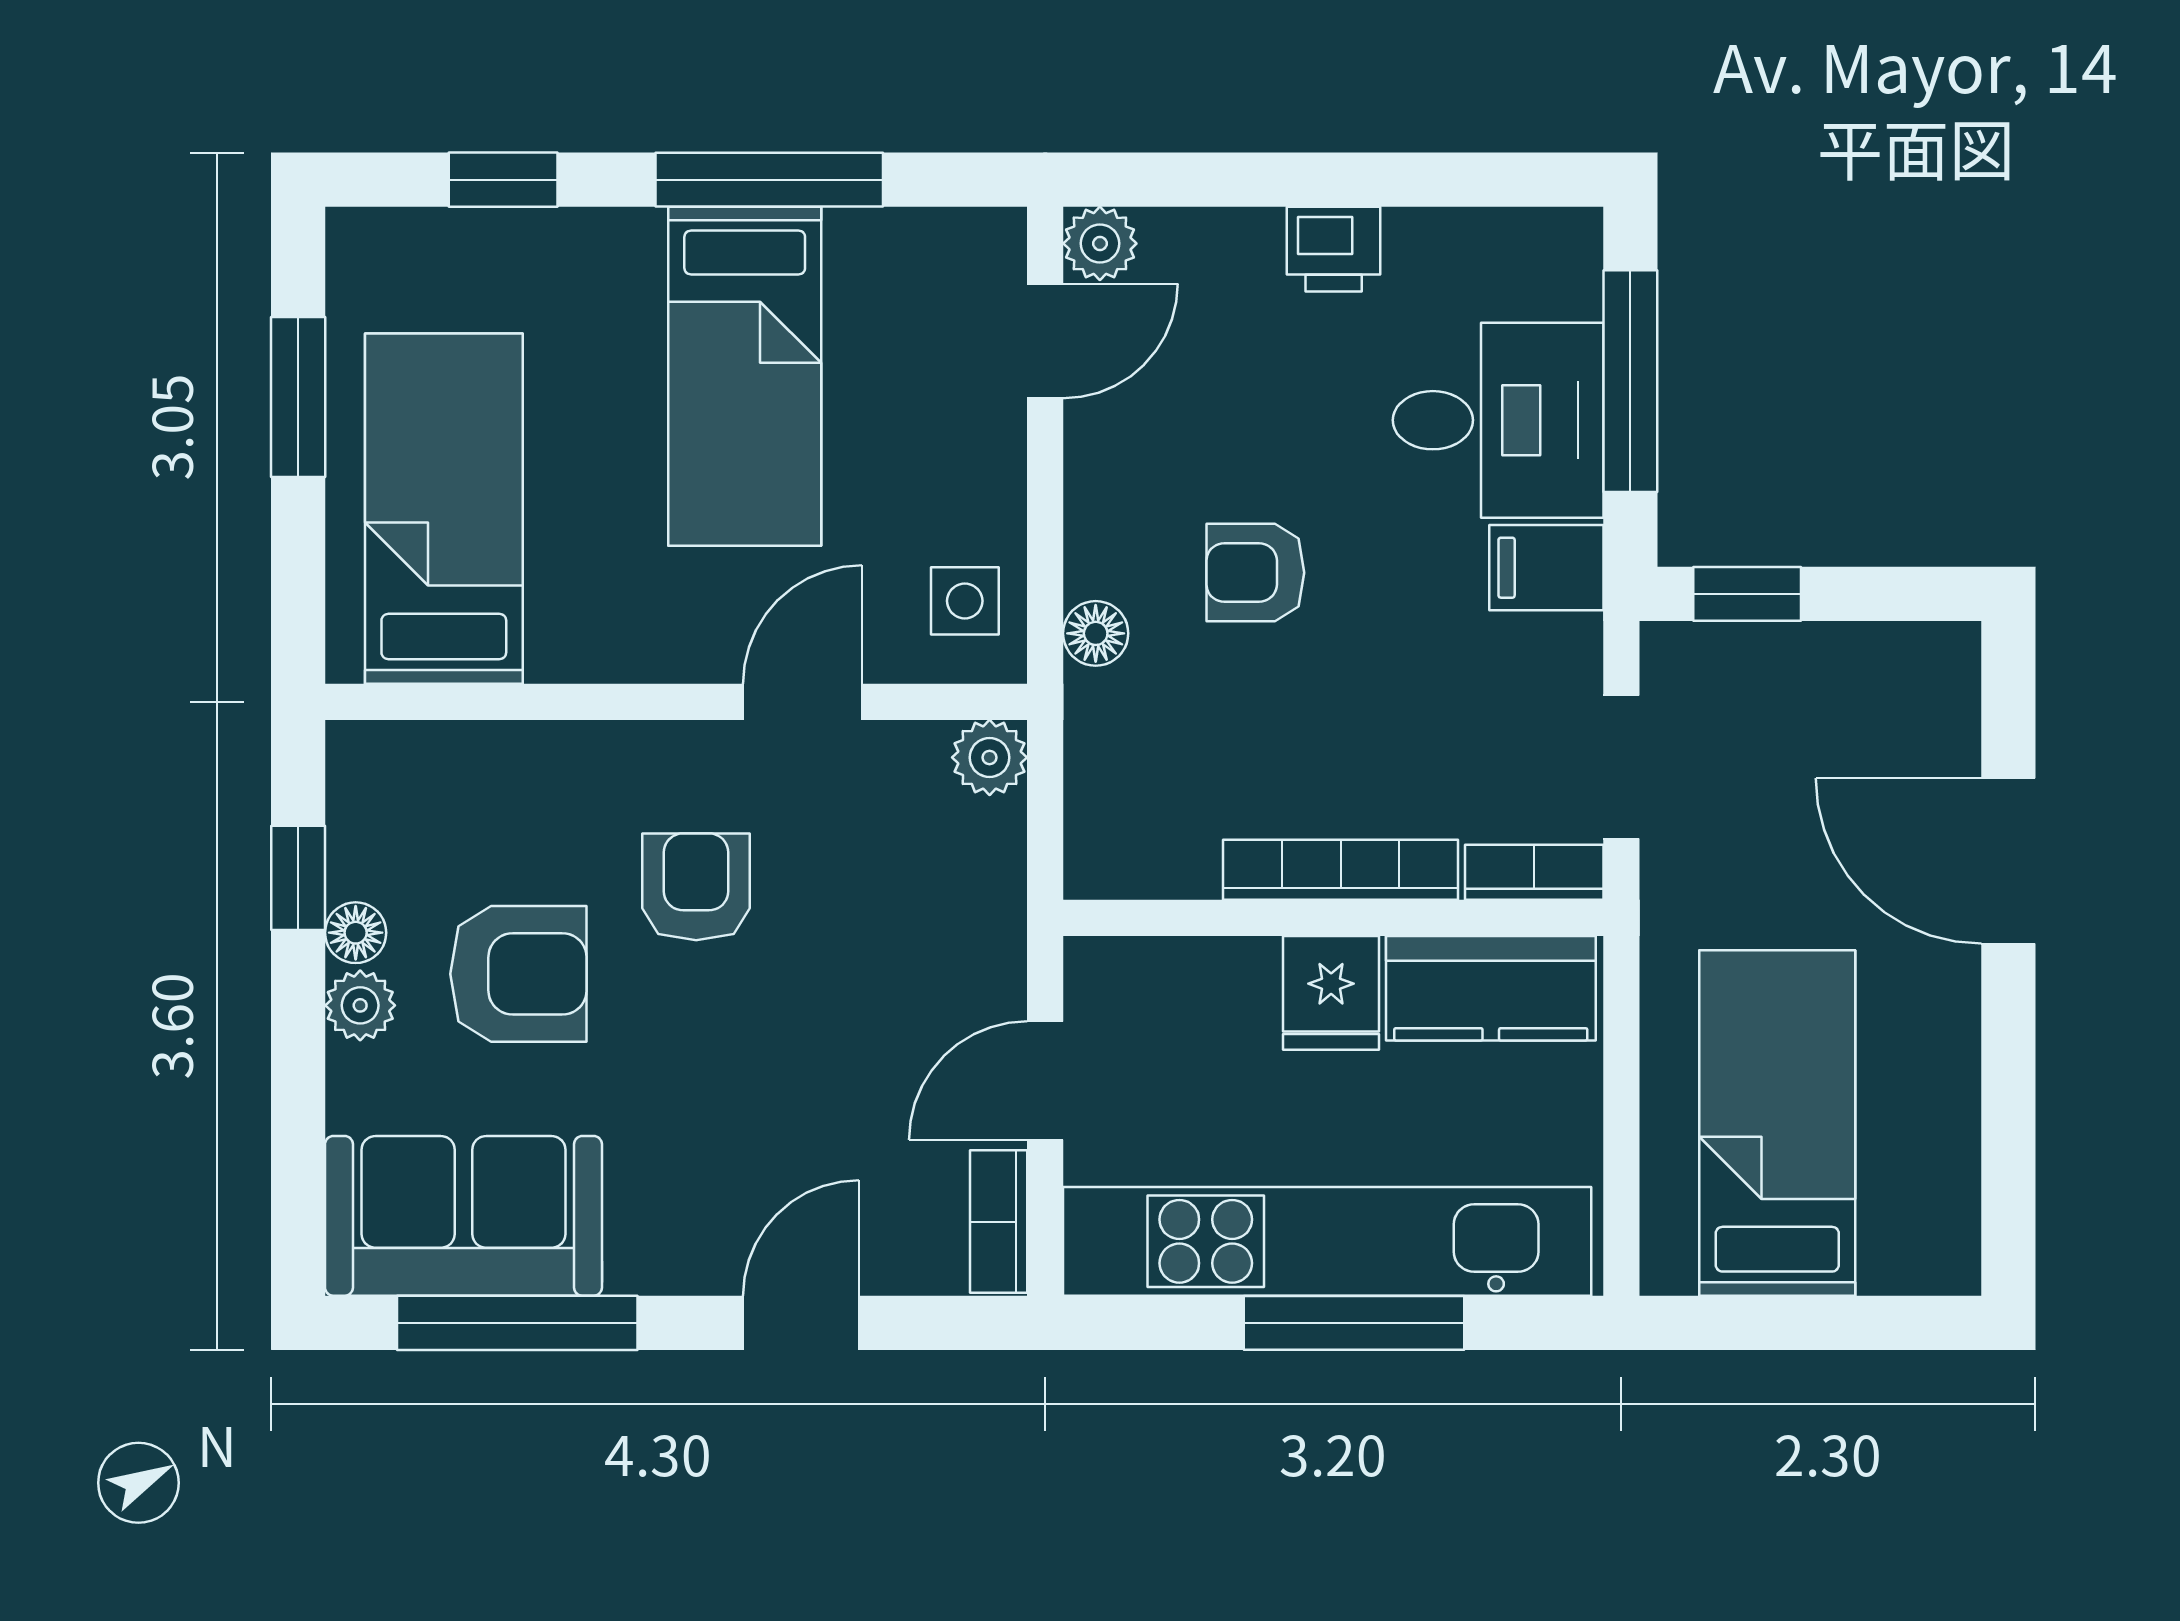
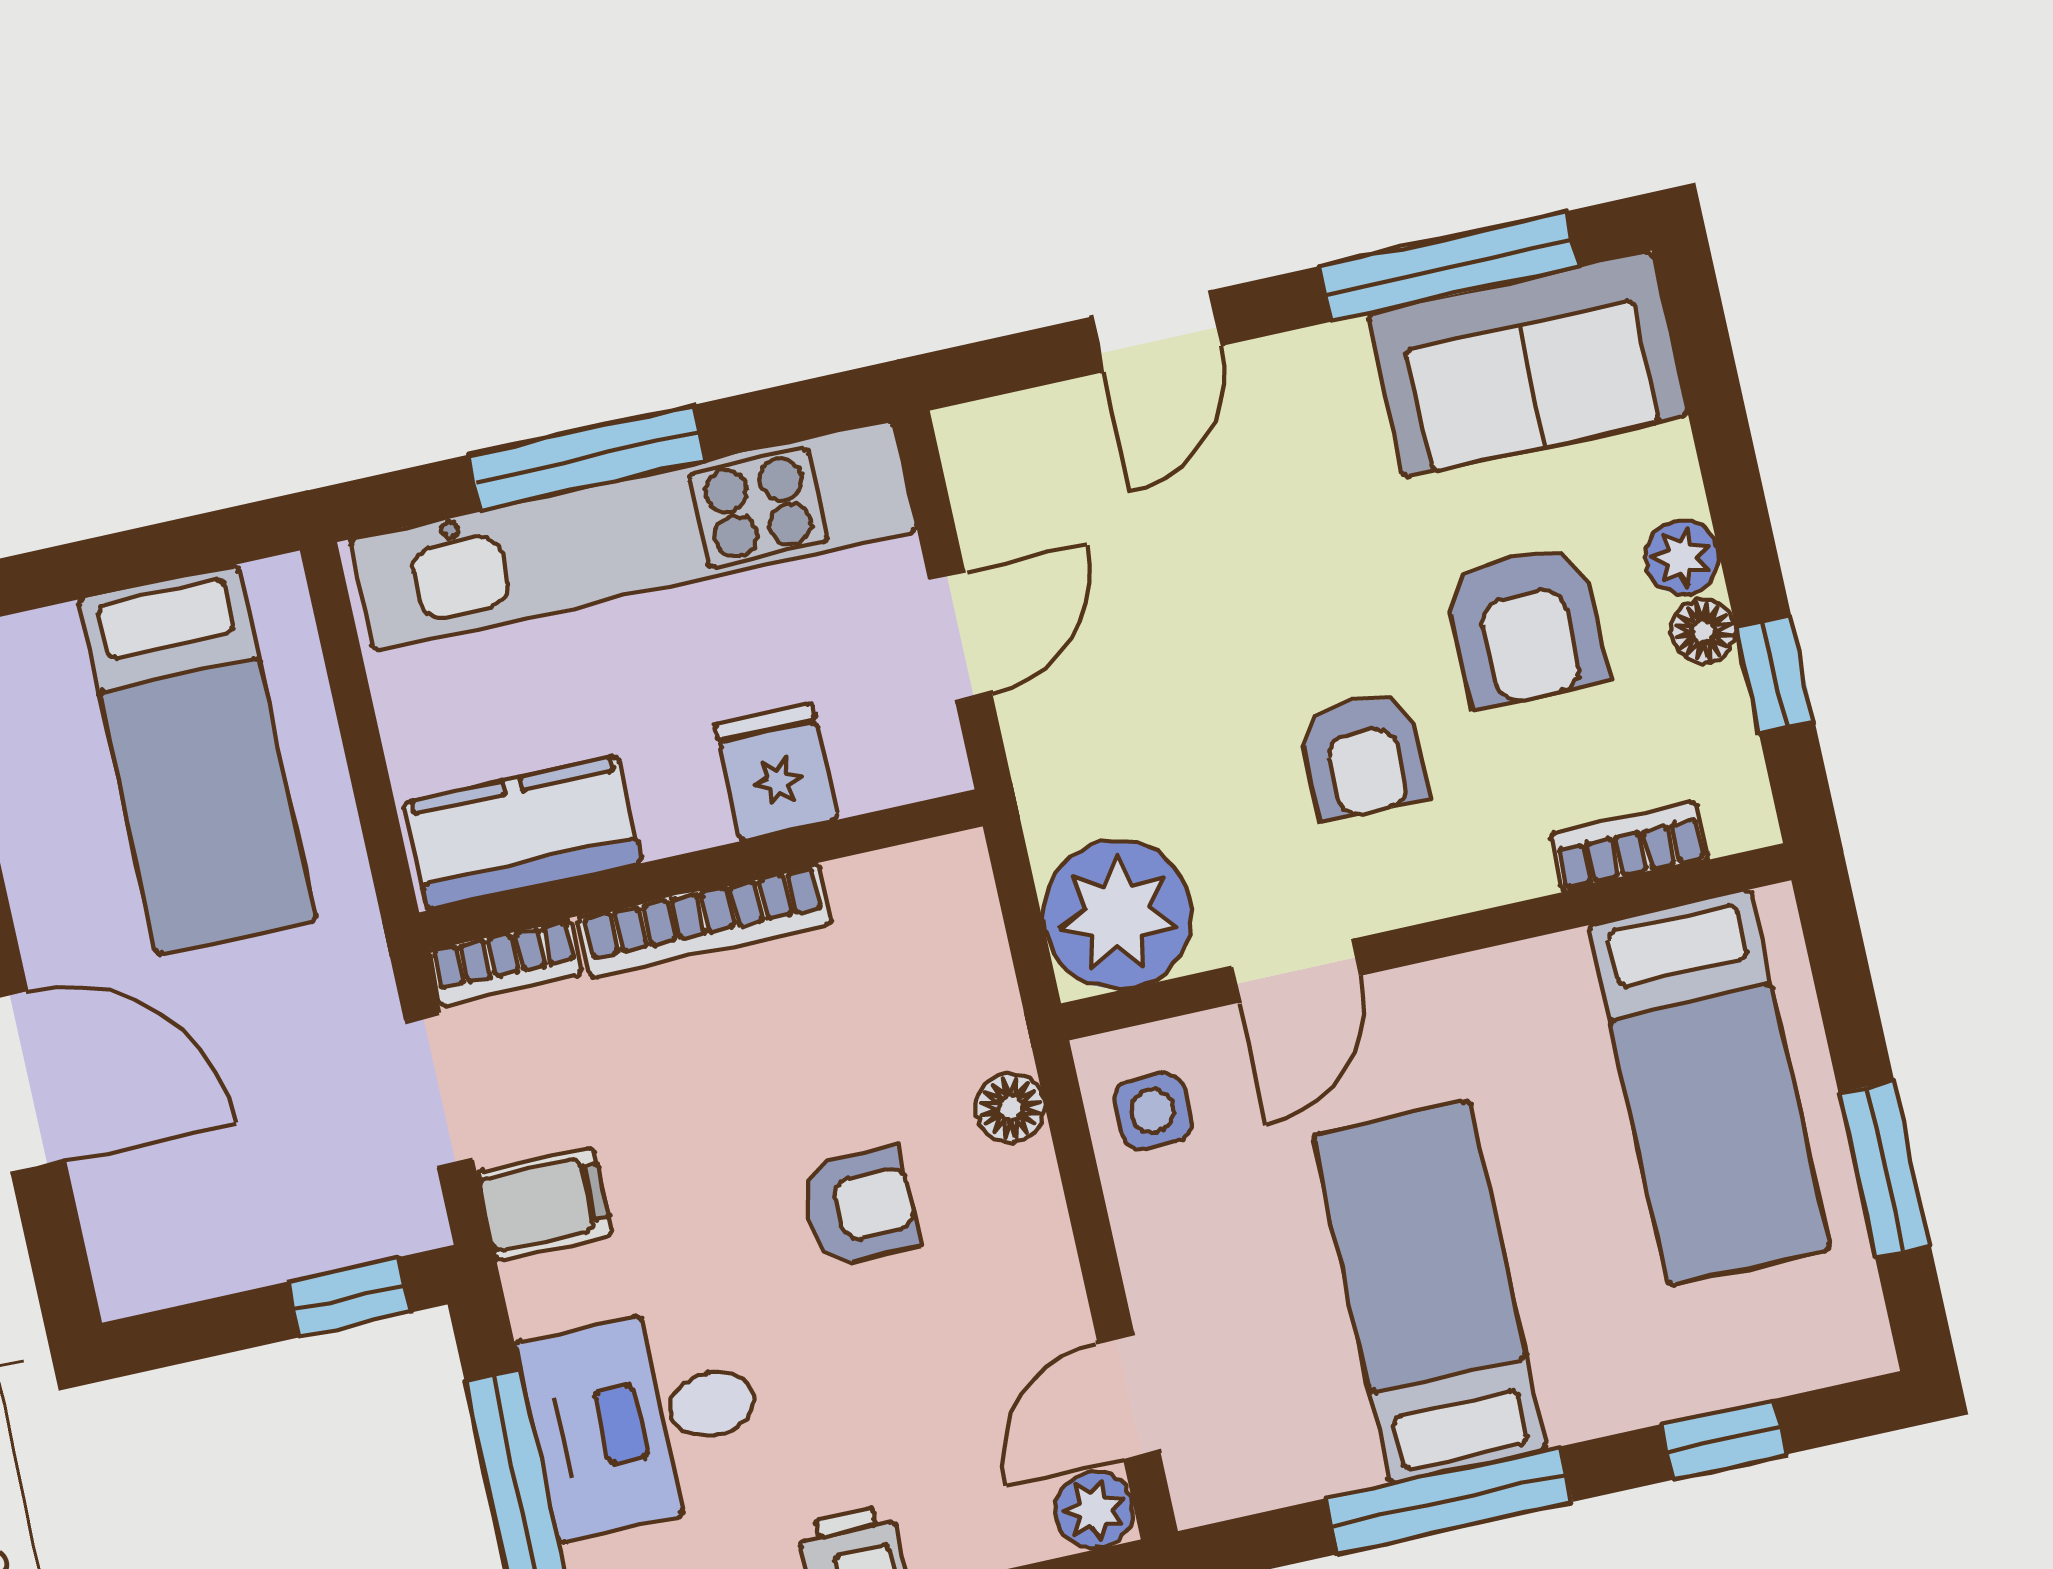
filing cabinet: (1546, 568) -> (545, 1203), moved
plant: (990, 757) -> (1118, 914), width x1.87, depth x1.87
armchair: (518, 974) -> (1526, 626), turned -90
fridge: (1331, 993) -> (776, 772), moved
bookcase: (999, 1222) -> (1629, 847), moved, turned -90

